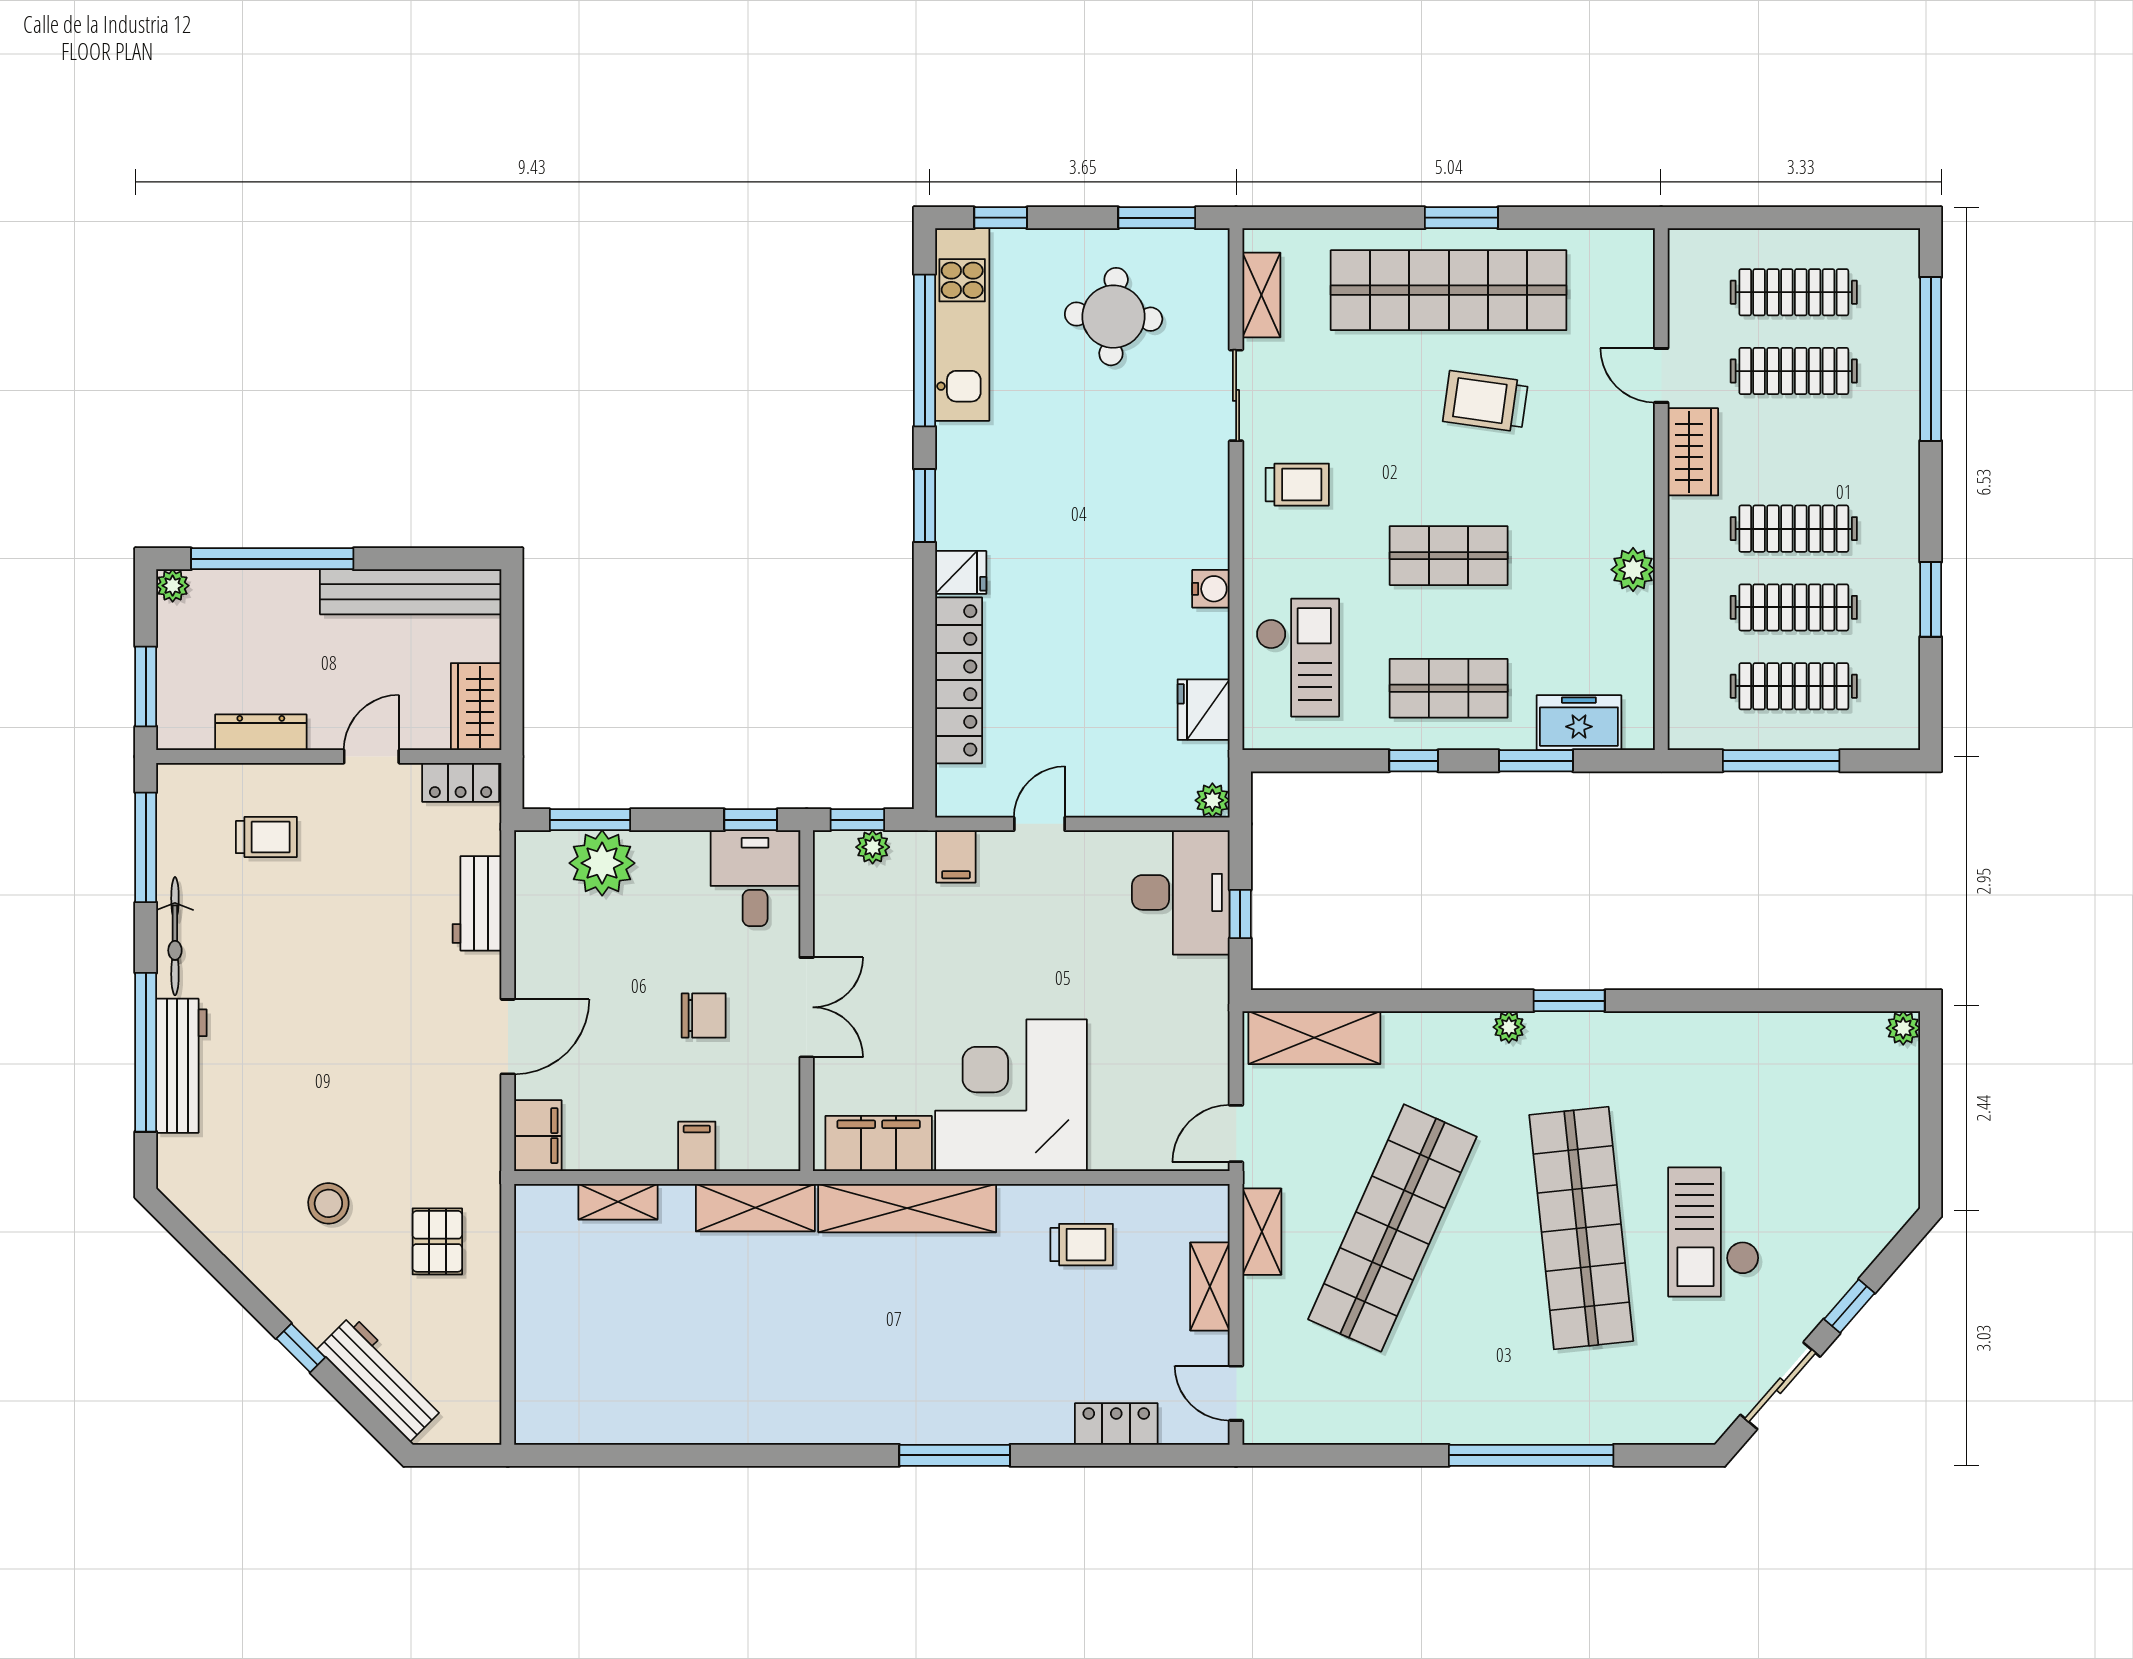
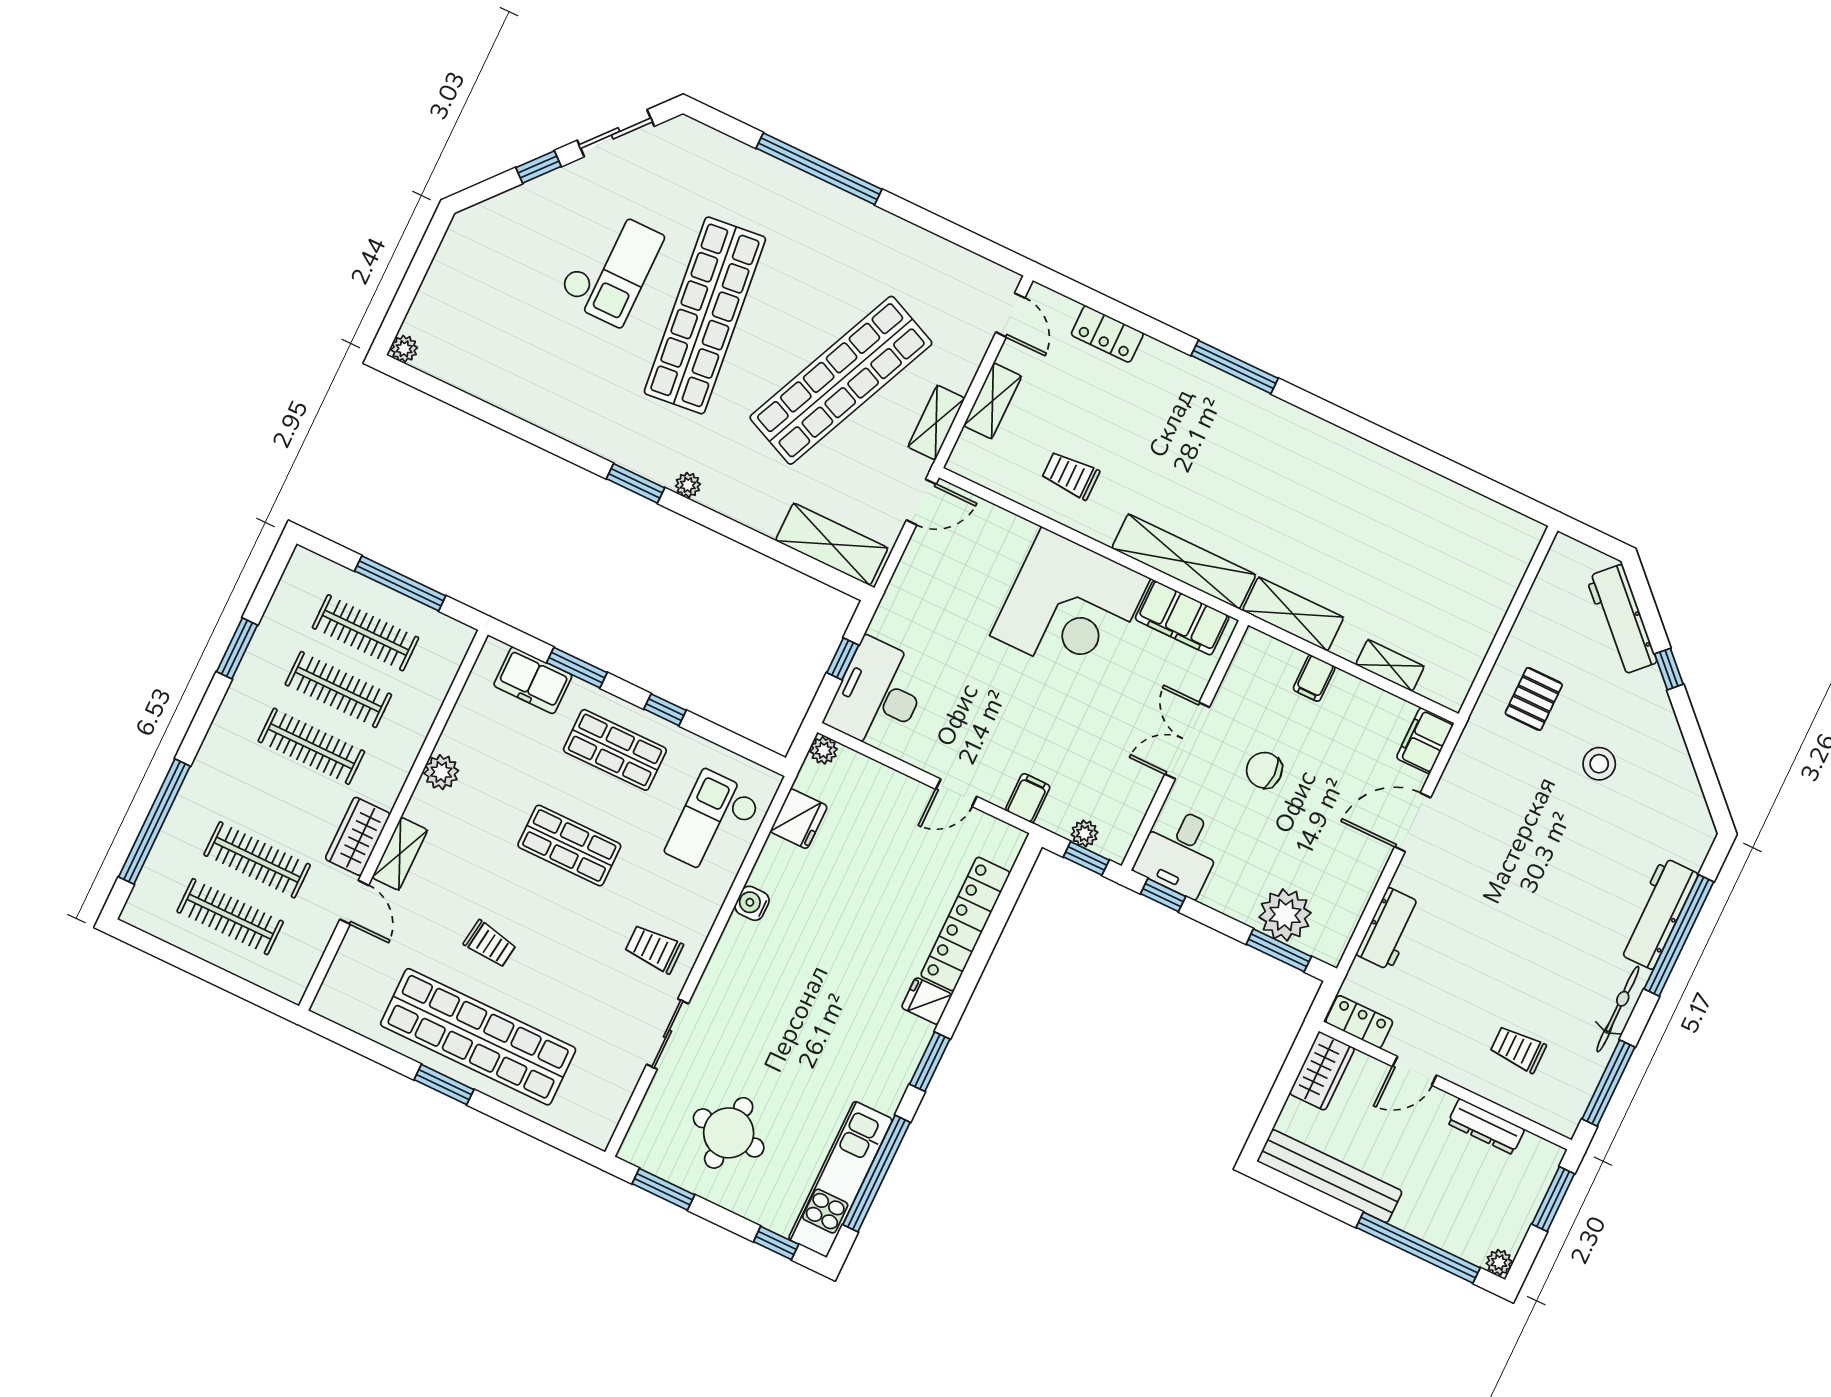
shelving: (1261, 295) -> (400, 854), moved
trolley: (1485, 401) -> (490, 944), width x0.73, depth x0.72

